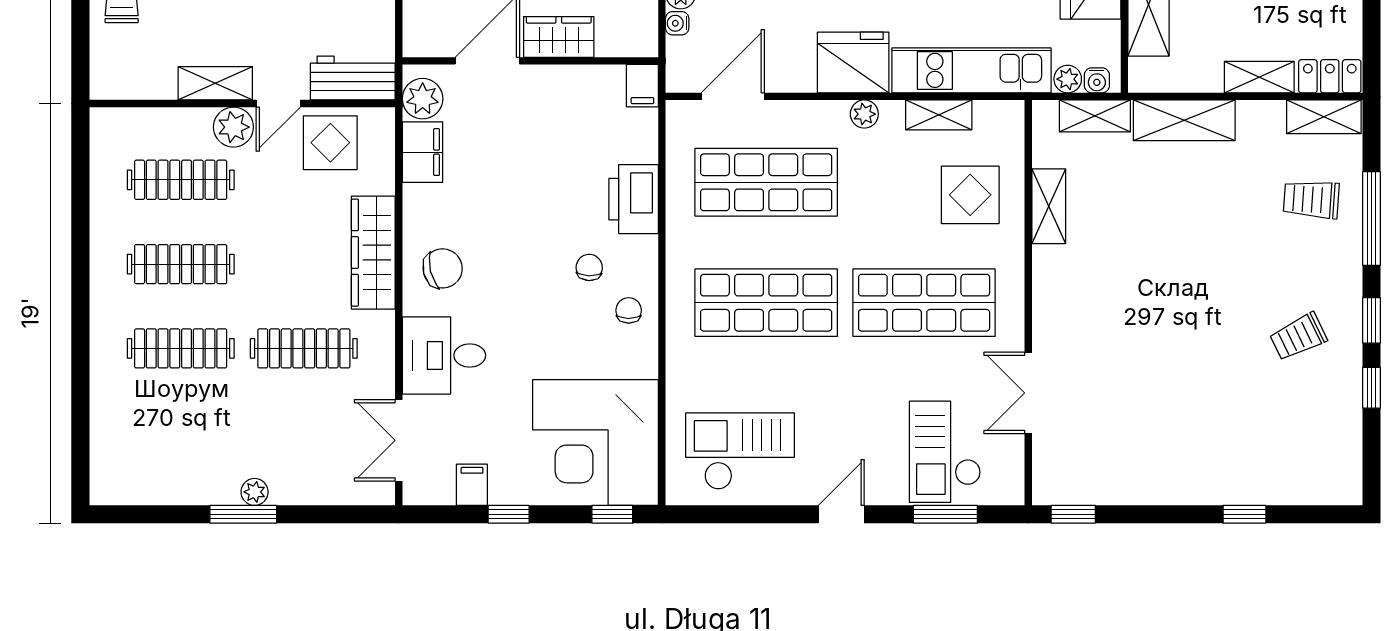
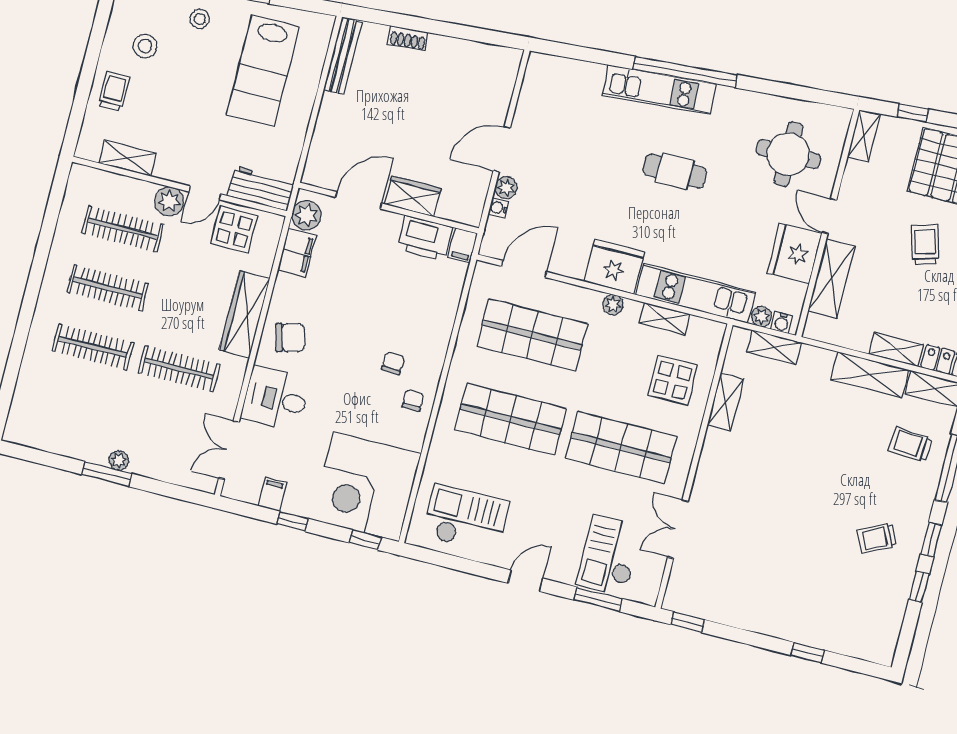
shelving: (215, 83) -> (128, 158), moved
shelving: (1184, 120) -> (870, 375), moved
printer: (634, 199) -> (425, 238), moved, turned -90

